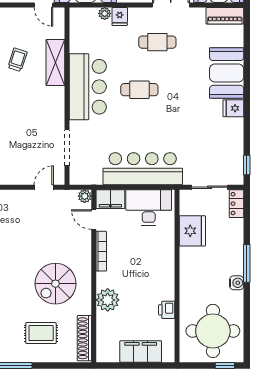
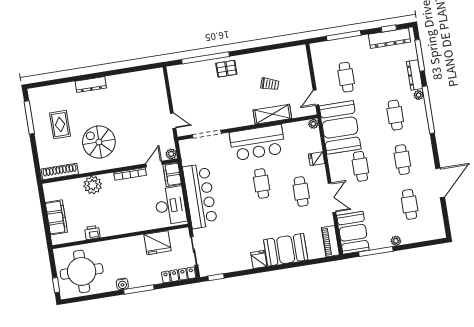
plant: (105, 13) -> (313, 124), moved
locker: (237, 204) -> (179, 275), width x1.53
rug: (41, 333) -> (60, 125), moved

